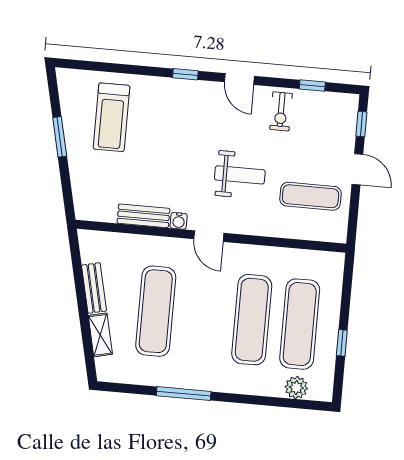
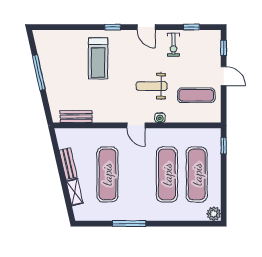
treadmill: (112, 117) -> (98, 58), moved
window: (60, 137) -> (39, 73), width x1.44
weight bench: (240, 175) -> (152, 86), turned 180
bench: (143, 216) -> (76, 117), moved
water cooler: (179, 221) -> (160, 118), moved
window: (342, 343) -> (224, 146), moved
plant: (296, 388) -> (214, 214), moved

